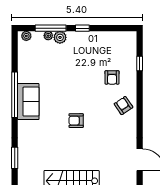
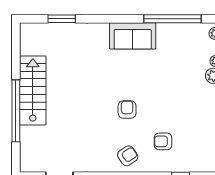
window: (15, 95) -> (172, 19), moved
armchair: (76, 121) -> (127, 110), moved

